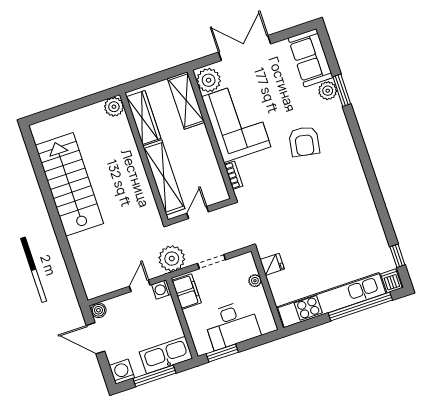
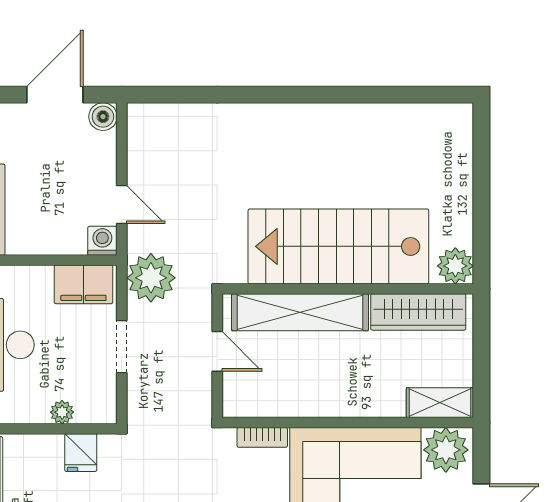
shelving: (186, 100) -> (440, 403), width x0.67, depth x0.75
stairs: (69, 184) -> (338, 246), moved, turned 180

